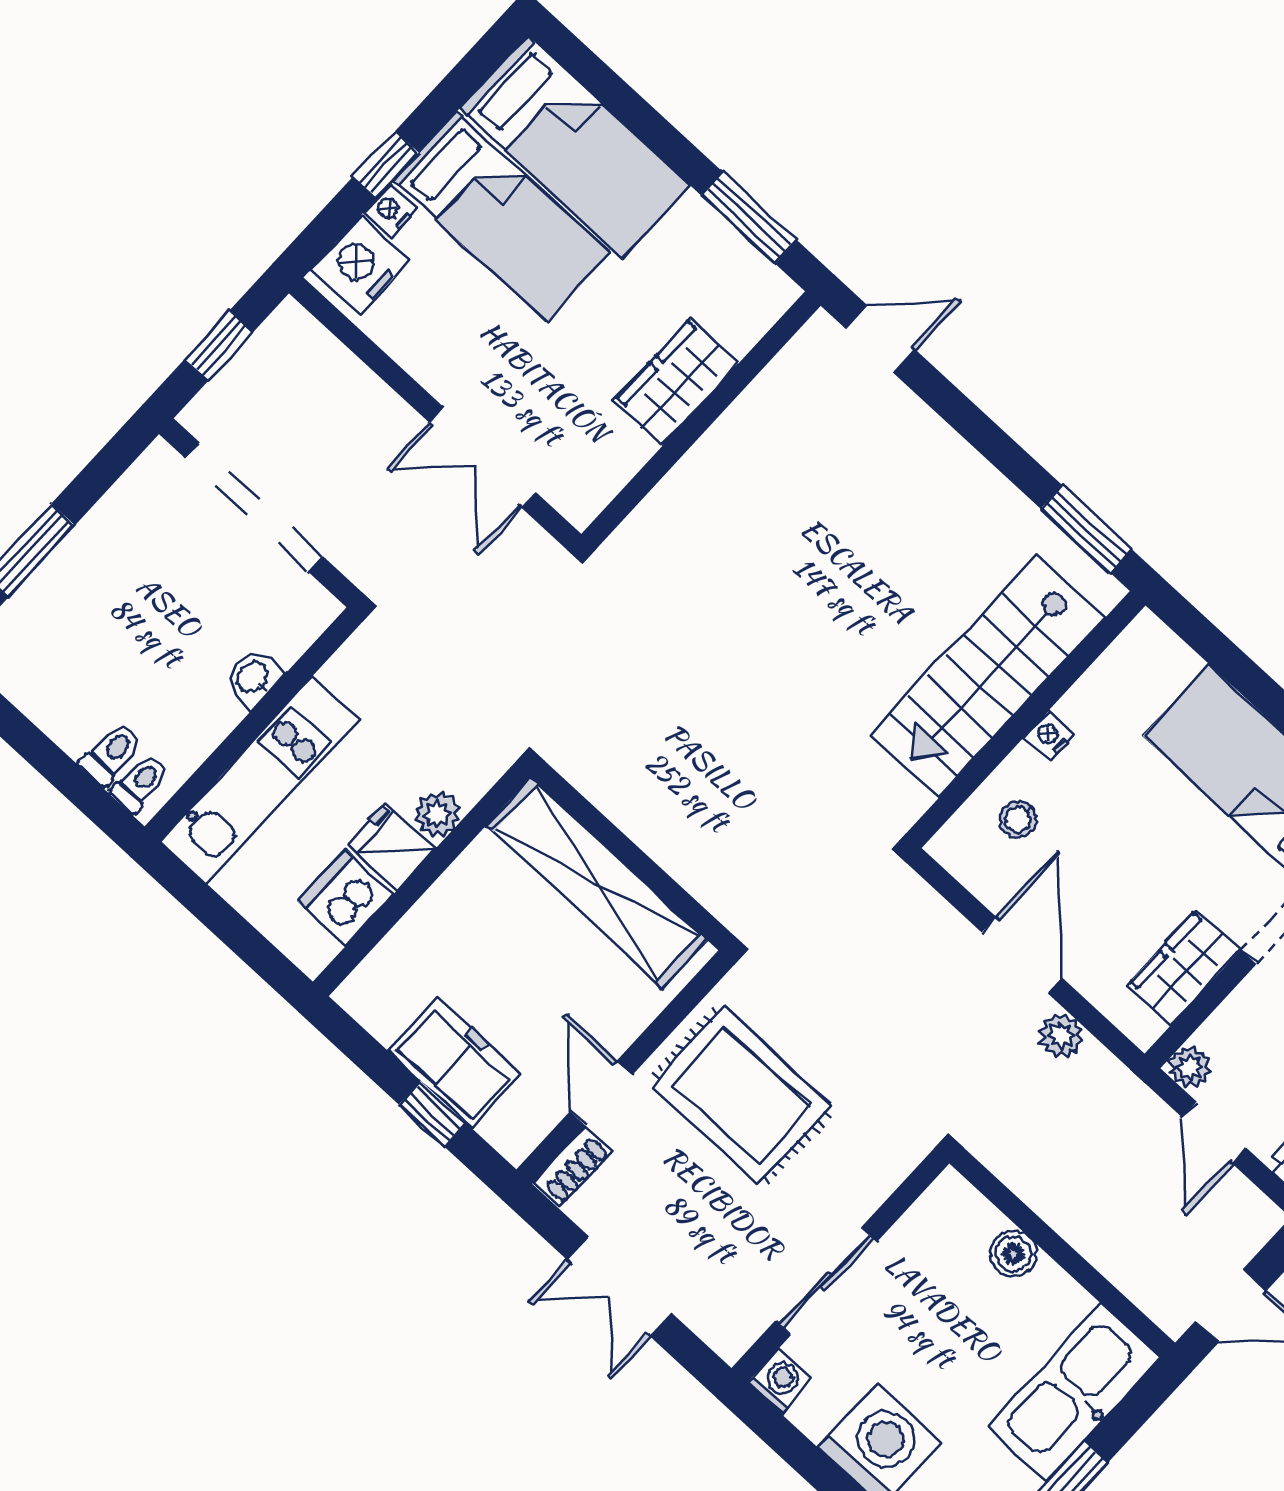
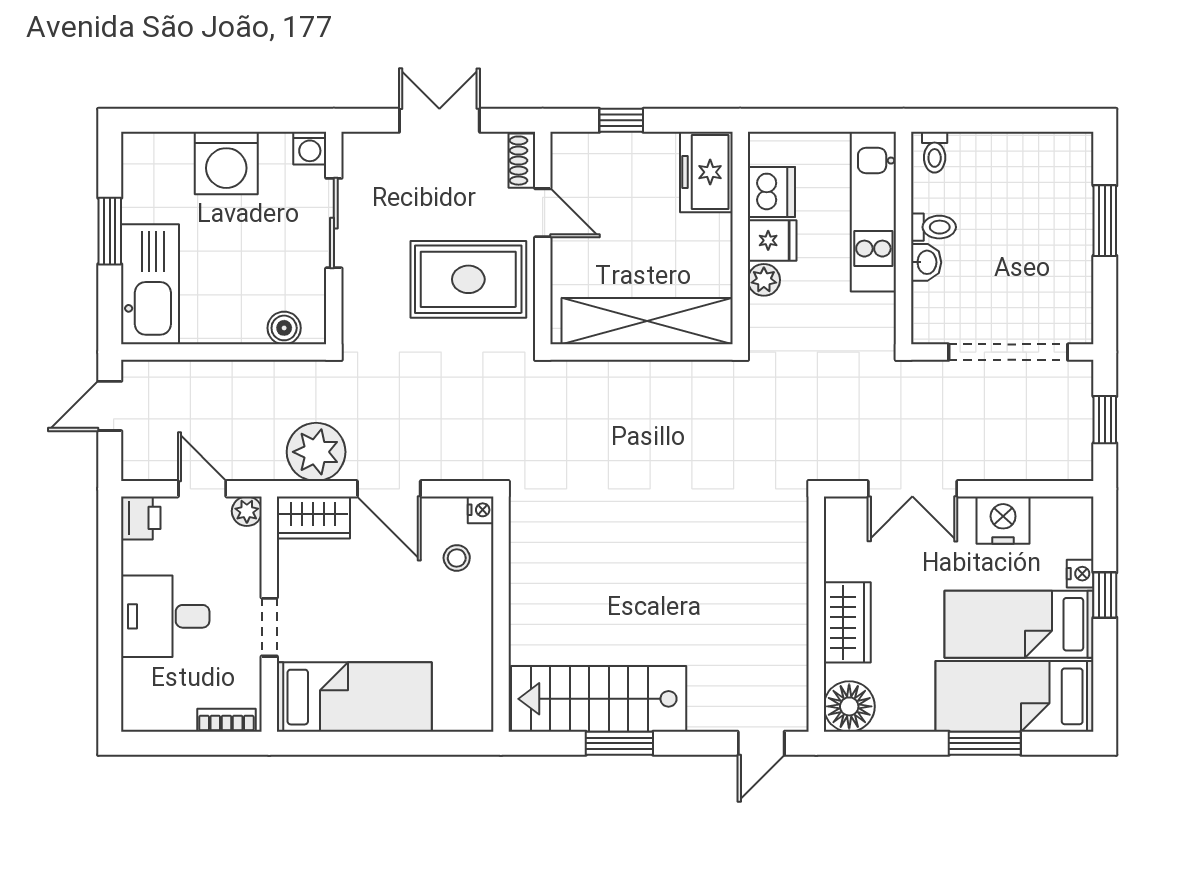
window: (749, 218) -> (985, 743), moved
nightstand: (360, 265) -> (1003, 520), moved, turned -90
floor lamp: (755, 293) -> (849, 706), added
double door: (483, 457) -> (912, 489), swing flipped
window: (1086, 529) -> (619, 743), moved
stairs: (988, 676) -> (599, 699), moved, turned -90
nightstand: (1049, 736) -> (481, 510), moved
toilet: (111, 753) -> (933, 227), moved, turned -90
wardrobe: (1184, 968) -> (313, 518), moved, turned 90
plant: (1061, 1035) -> (316, 452), width x1.88, depth x1.88
freezer: (455, 1063) -> (706, 172), moved, turned 90
boiler: (1013, 1254) -> (284, 328), moved

